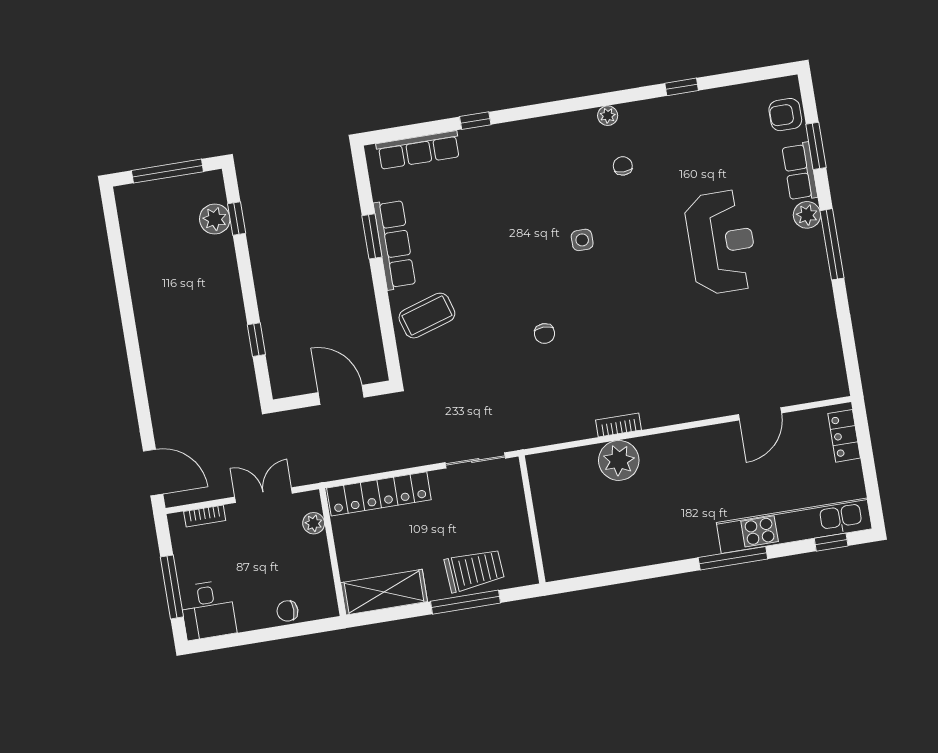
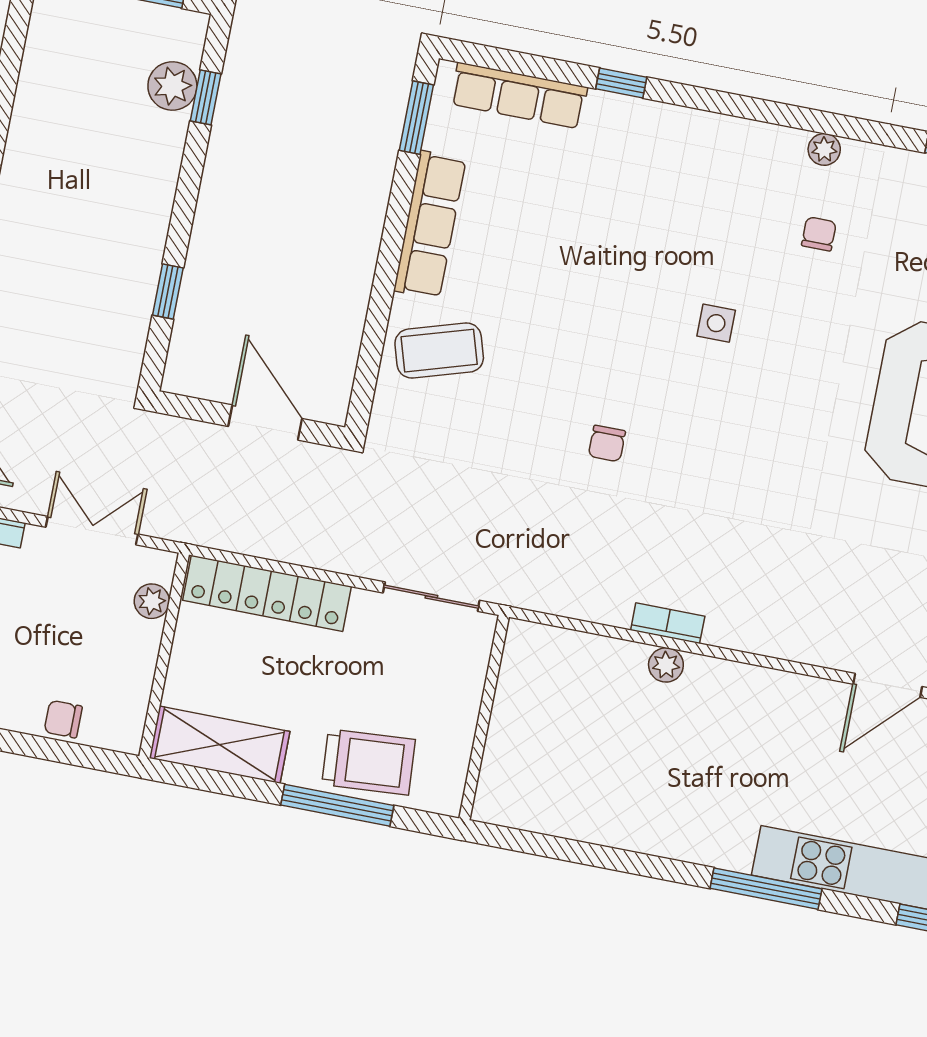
window: (372, 236) -> (416, 118), moved
plant: (619, 460) -> (666, 665), width x0.53, depth x0.53

